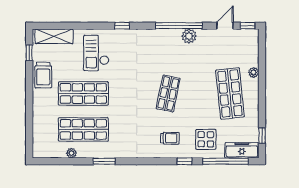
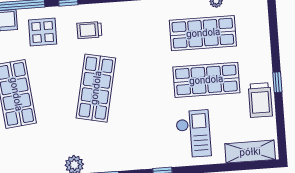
window: (29, 53) -> (277, 82), moved
trolley: (43, 75) -> (260, 100), turned 180
shop shelf: (168, 93) -> (96, 88), width x1.43, depth x1.36

